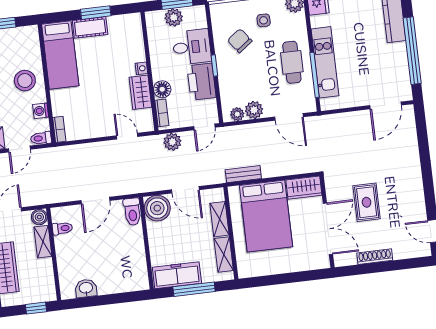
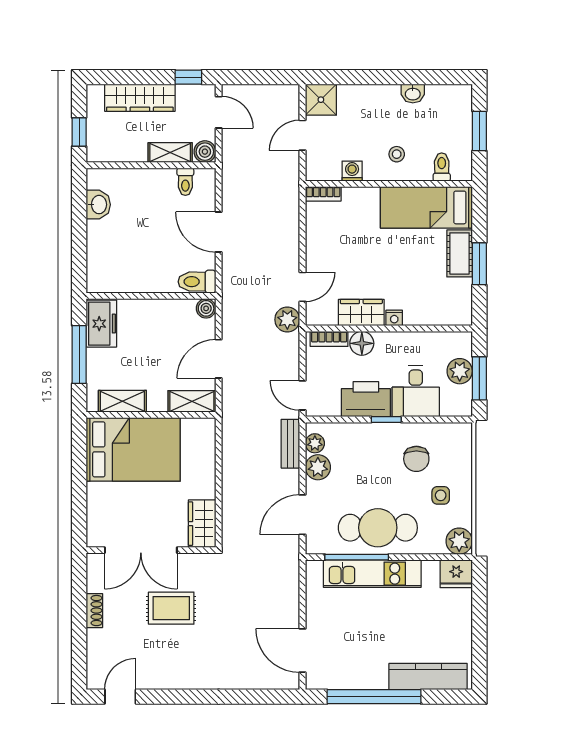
chair: (240, 41) -> (416, 459), turned 127
cafe table: (292, 62) -> (378, 528), width x1.37, depth x1.35
stool: (25, 81) -> (397, 154), width x0.53, depth x0.53
toilet: (41, 138) -> (442, 167), moved
plant: (172, 142) -> (287, 320), moved
door: (19, 149) -> (303, 135), hinge flipped
bench: (243, 174) -> (290, 444), moved
boiler: (157, 208) -> (206, 308), width x0.54, depth x0.54
bed: (266, 216) -> (133, 449), moved, turned 180
shelving: (219, 219) -> (192, 401), moved
shoe rack: (375, 257) -> (94, 611), width x0.70
freezer: (177, 275) -> (101, 324), width x0.71

